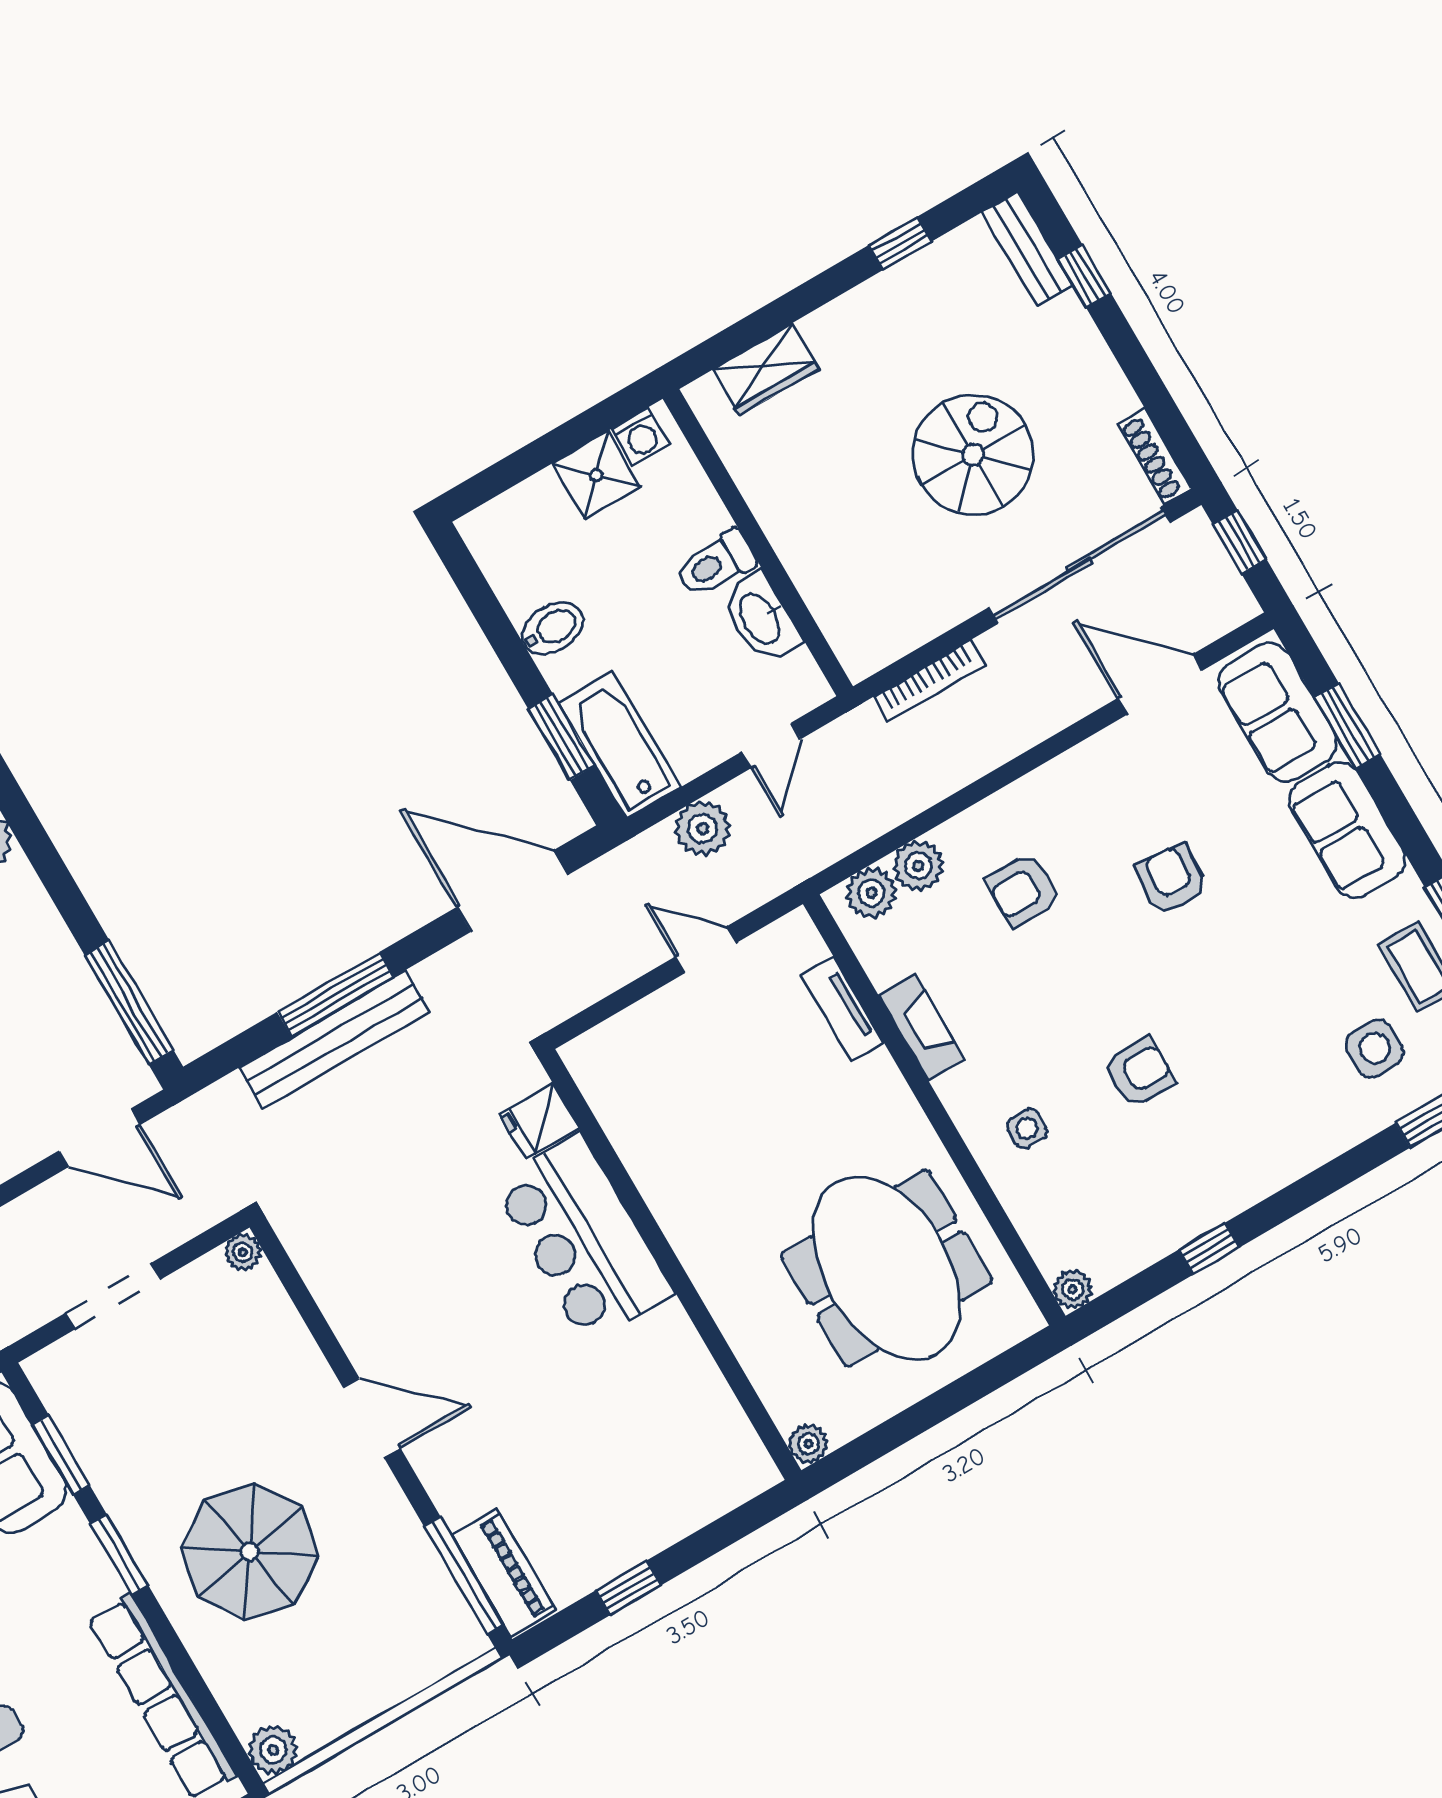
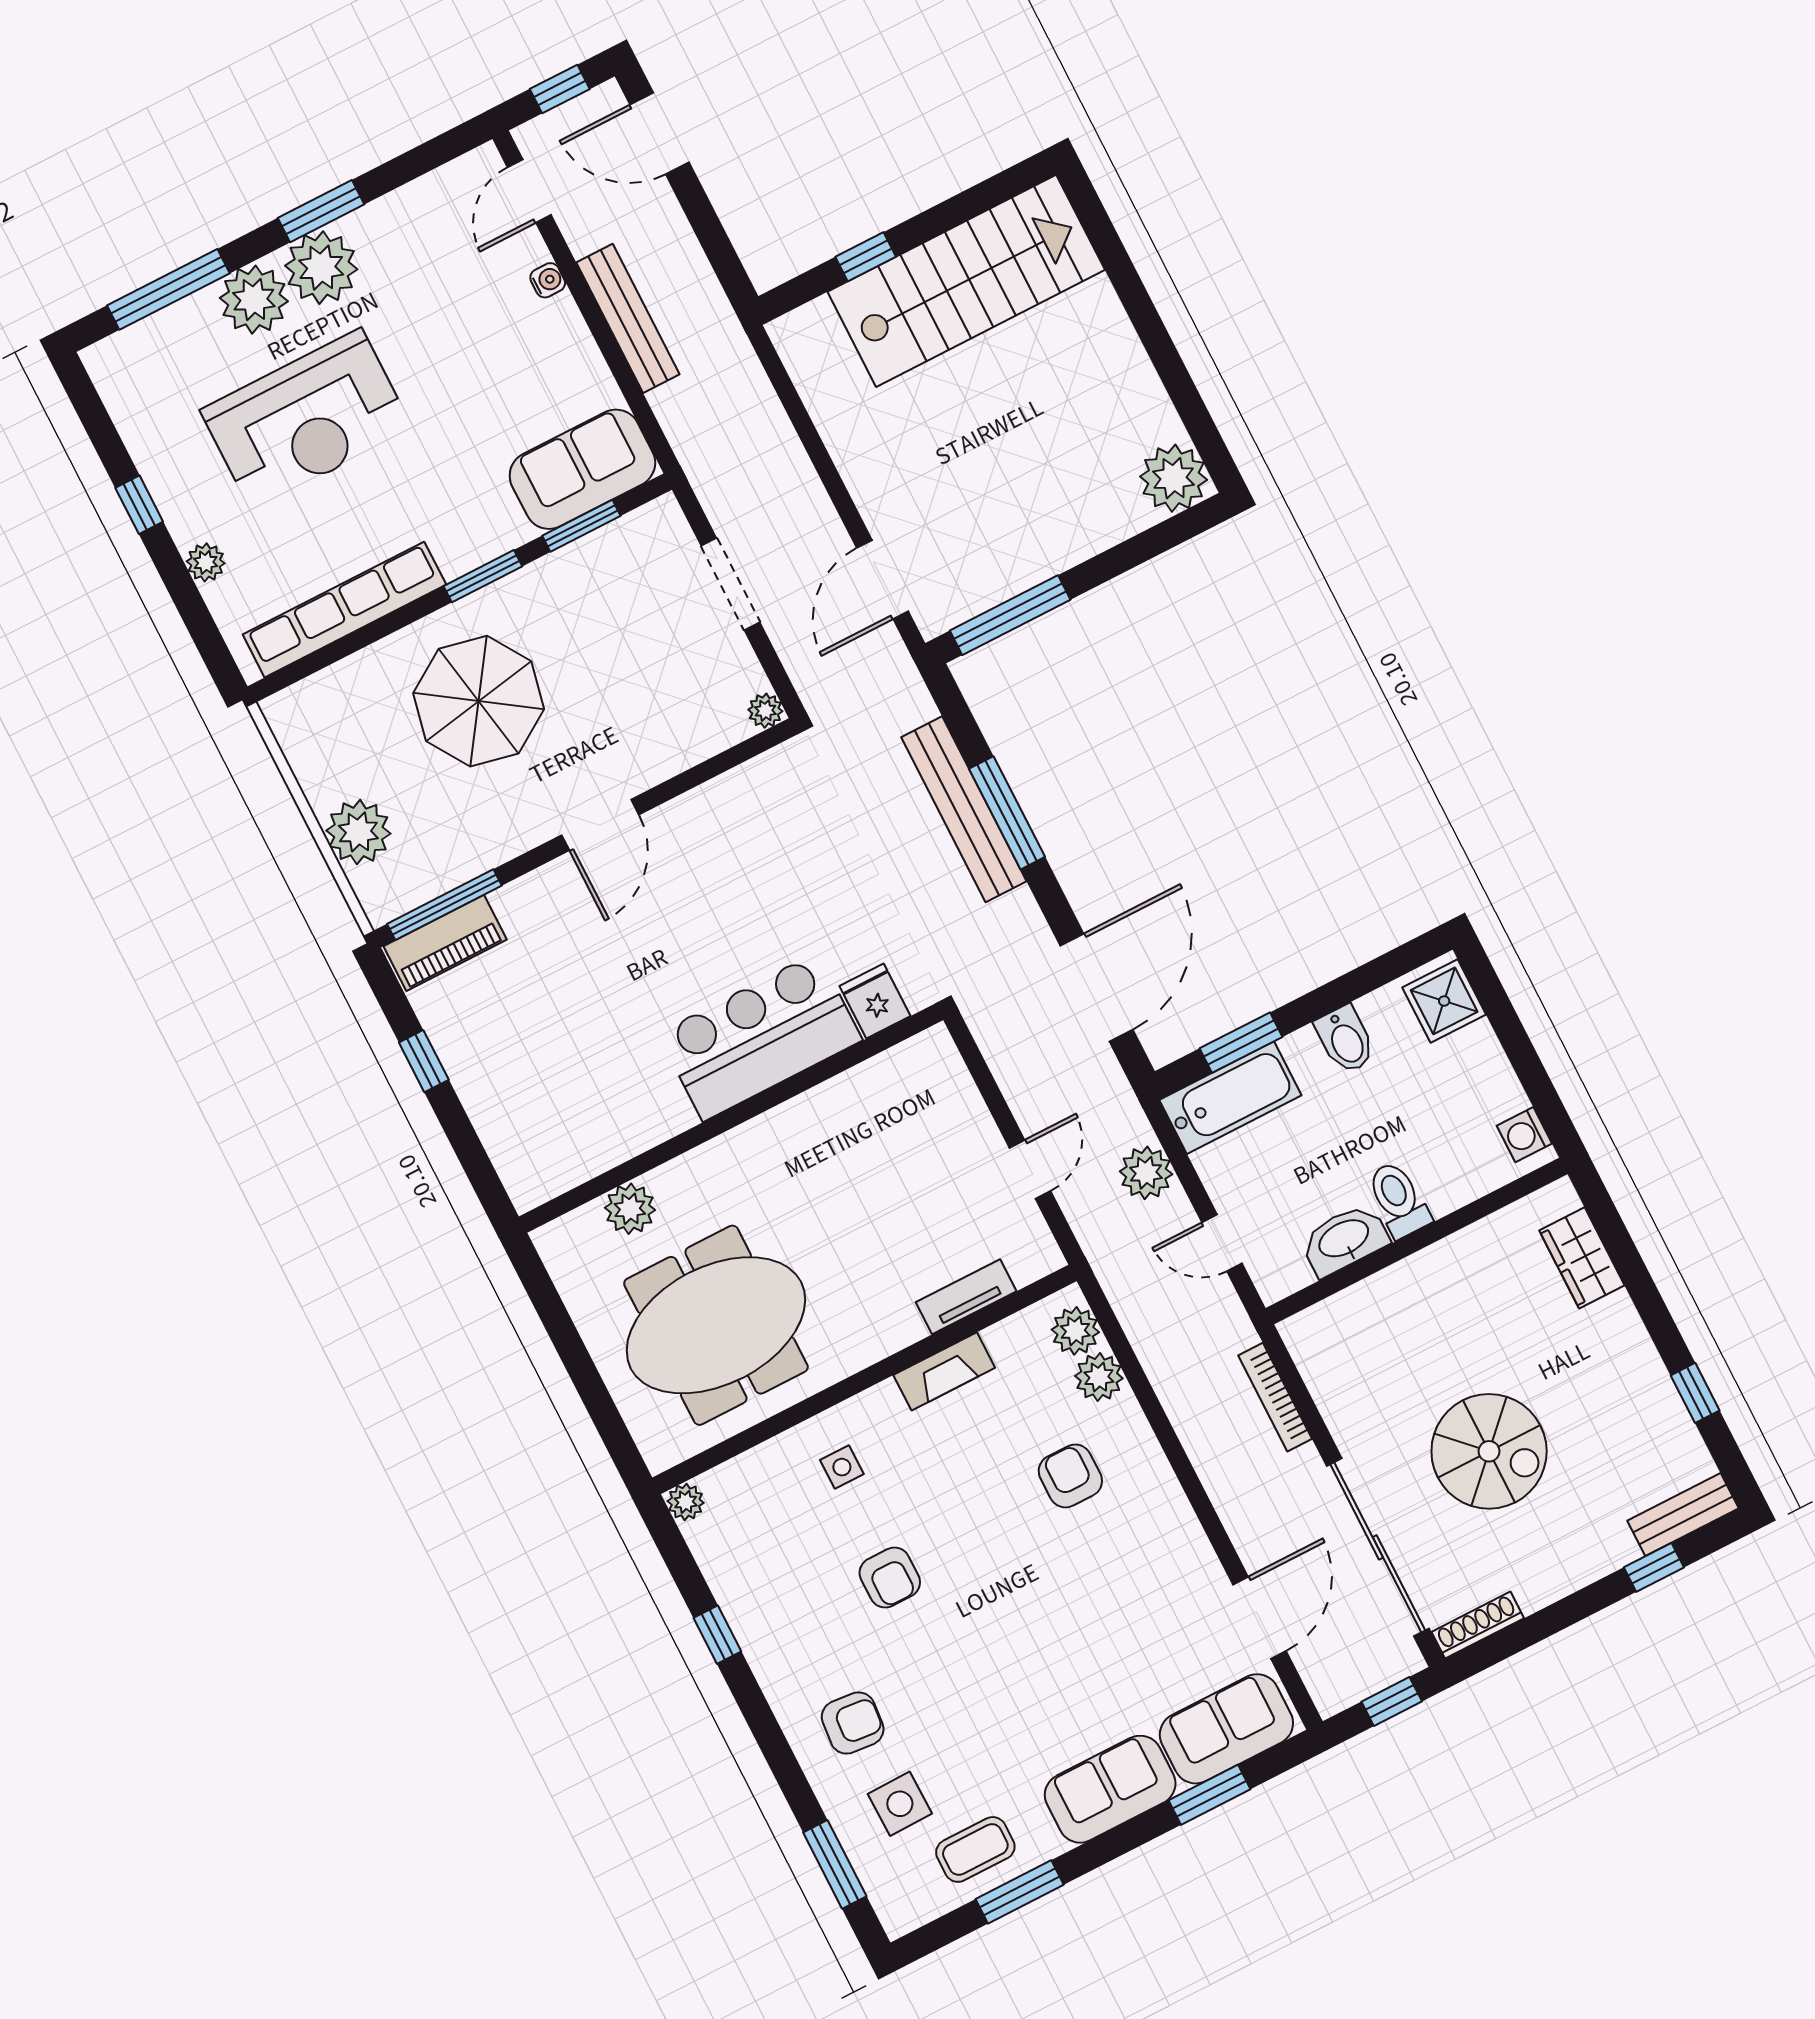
shower: (596, 475) -> (1444, 1001), moved
armchair: (1171, 879) -> (853, 1723), moved
plant: (808, 1444) -> (630, 1209), moved, width x1.38, depth x1.38
plant: (273, 1750) -> (358, 832), moved, width x1.36, depth x1.36

